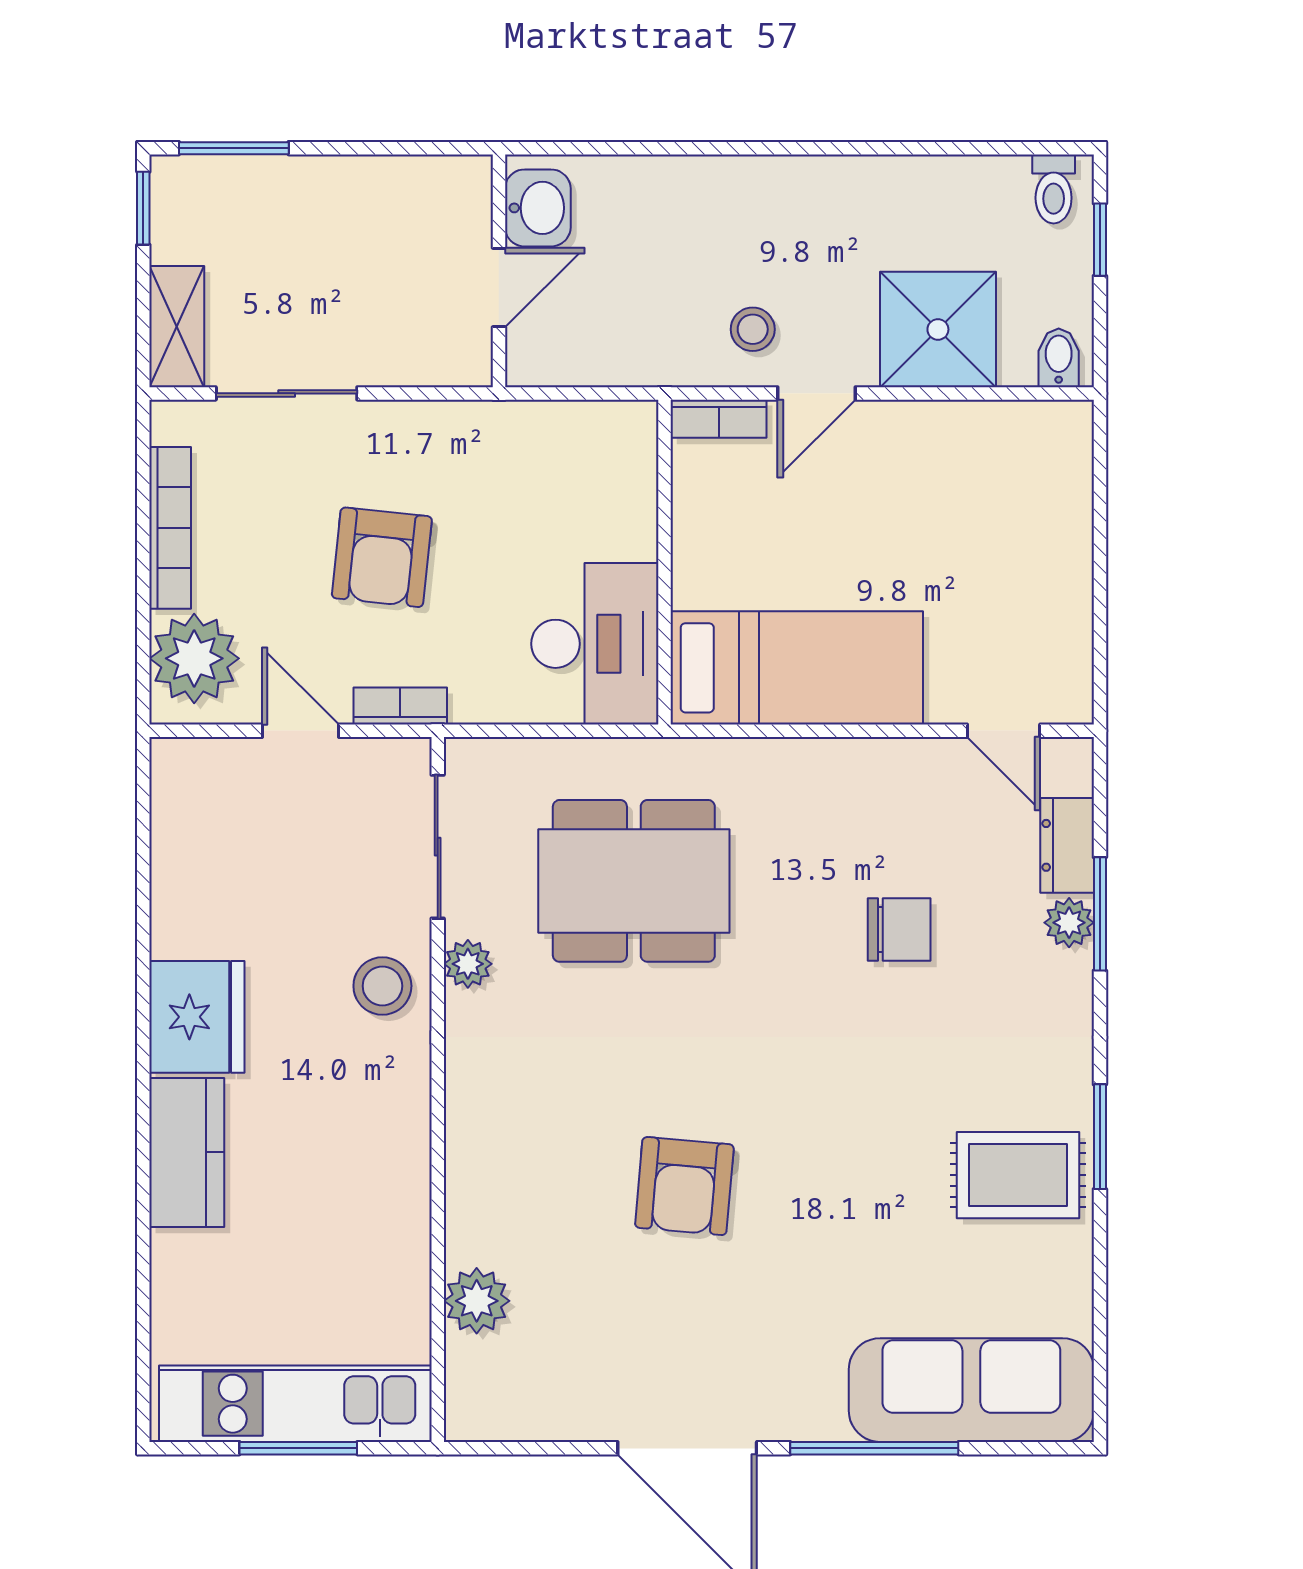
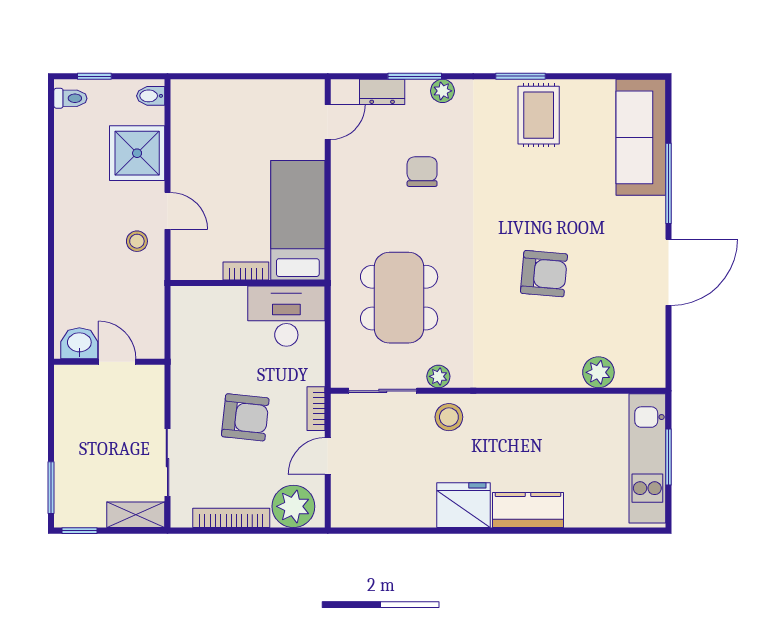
bookcase: (719, 419) -> (246, 271), moved, turned -90
plant: (1069, 923) -> (442, 91), moved

